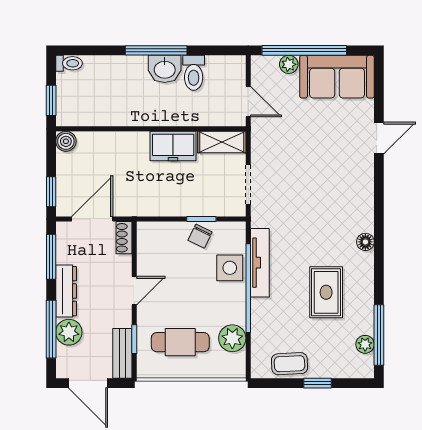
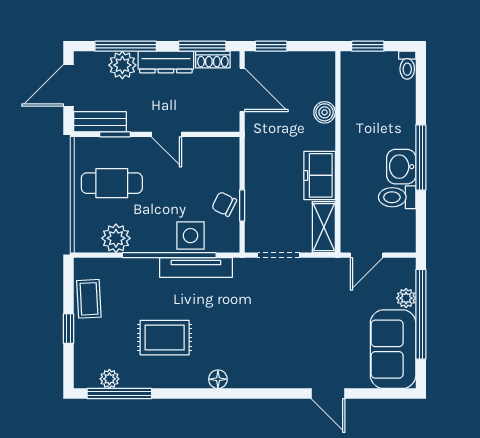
boiler: (66, 141) -> (325, 112), moved
shoe rack: (124, 238) -> (213, 60), moved, turned 180
cafe table: (180, 342) -> (112, 183), turned 90

